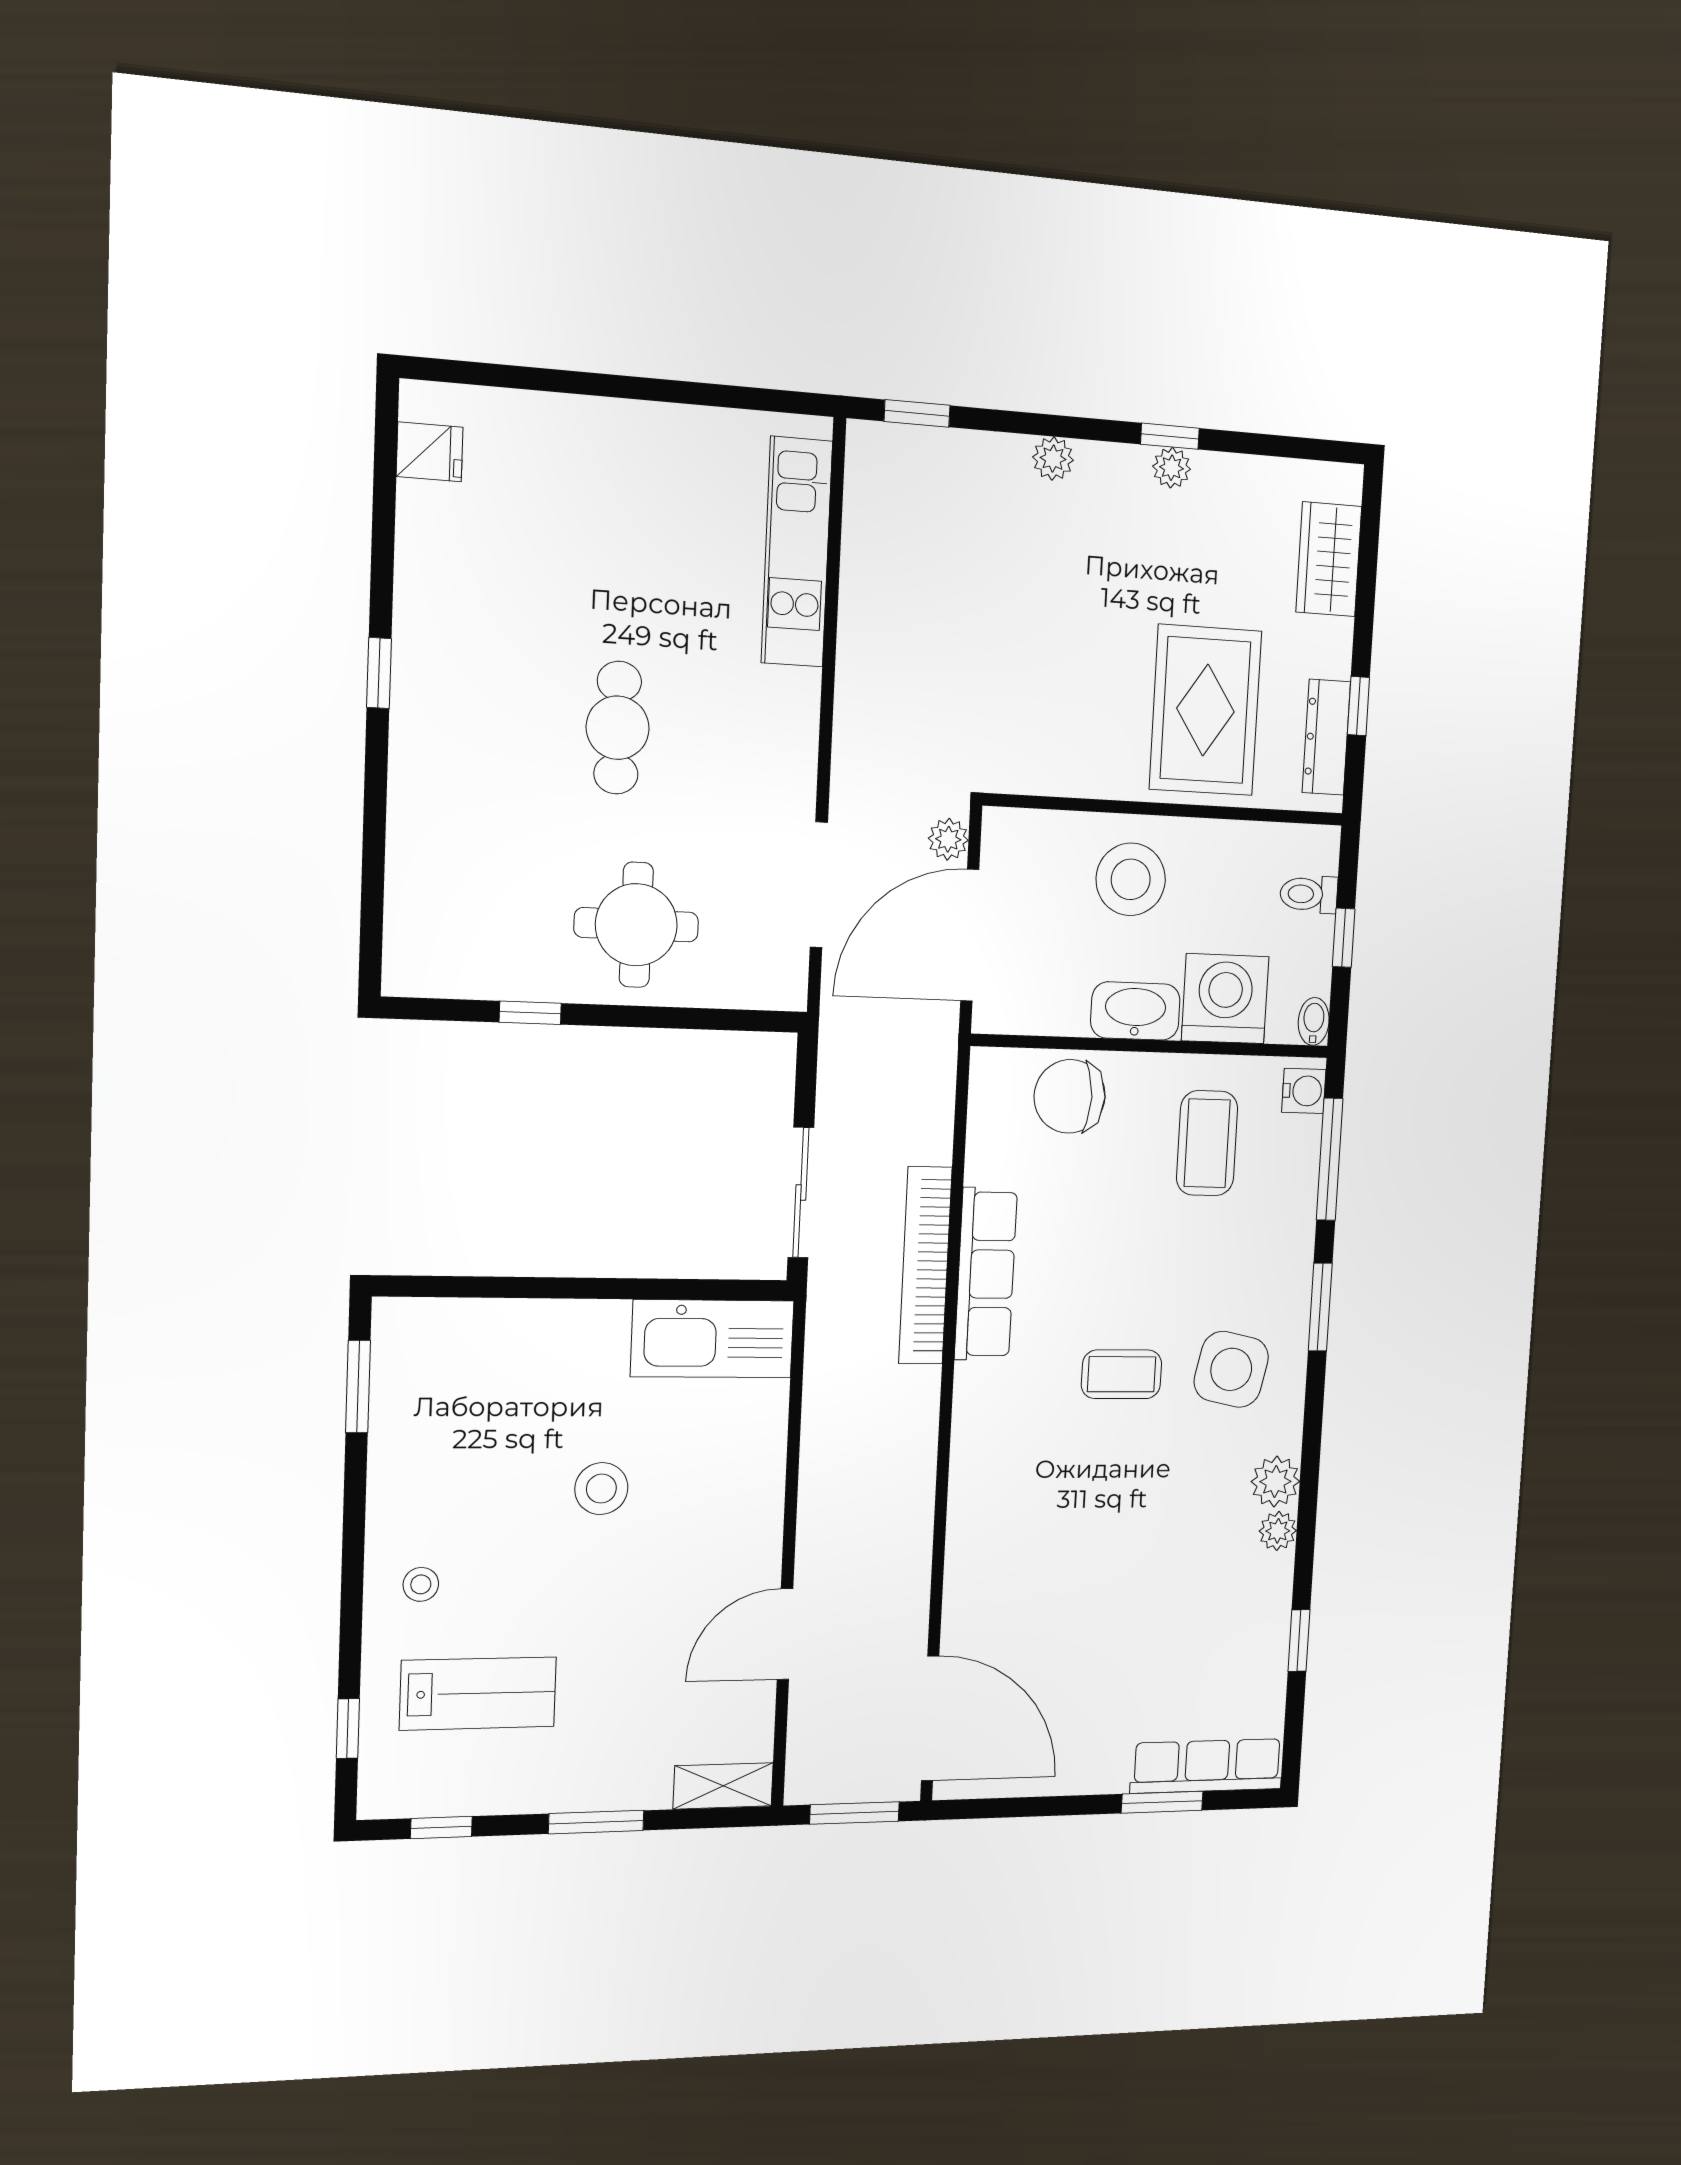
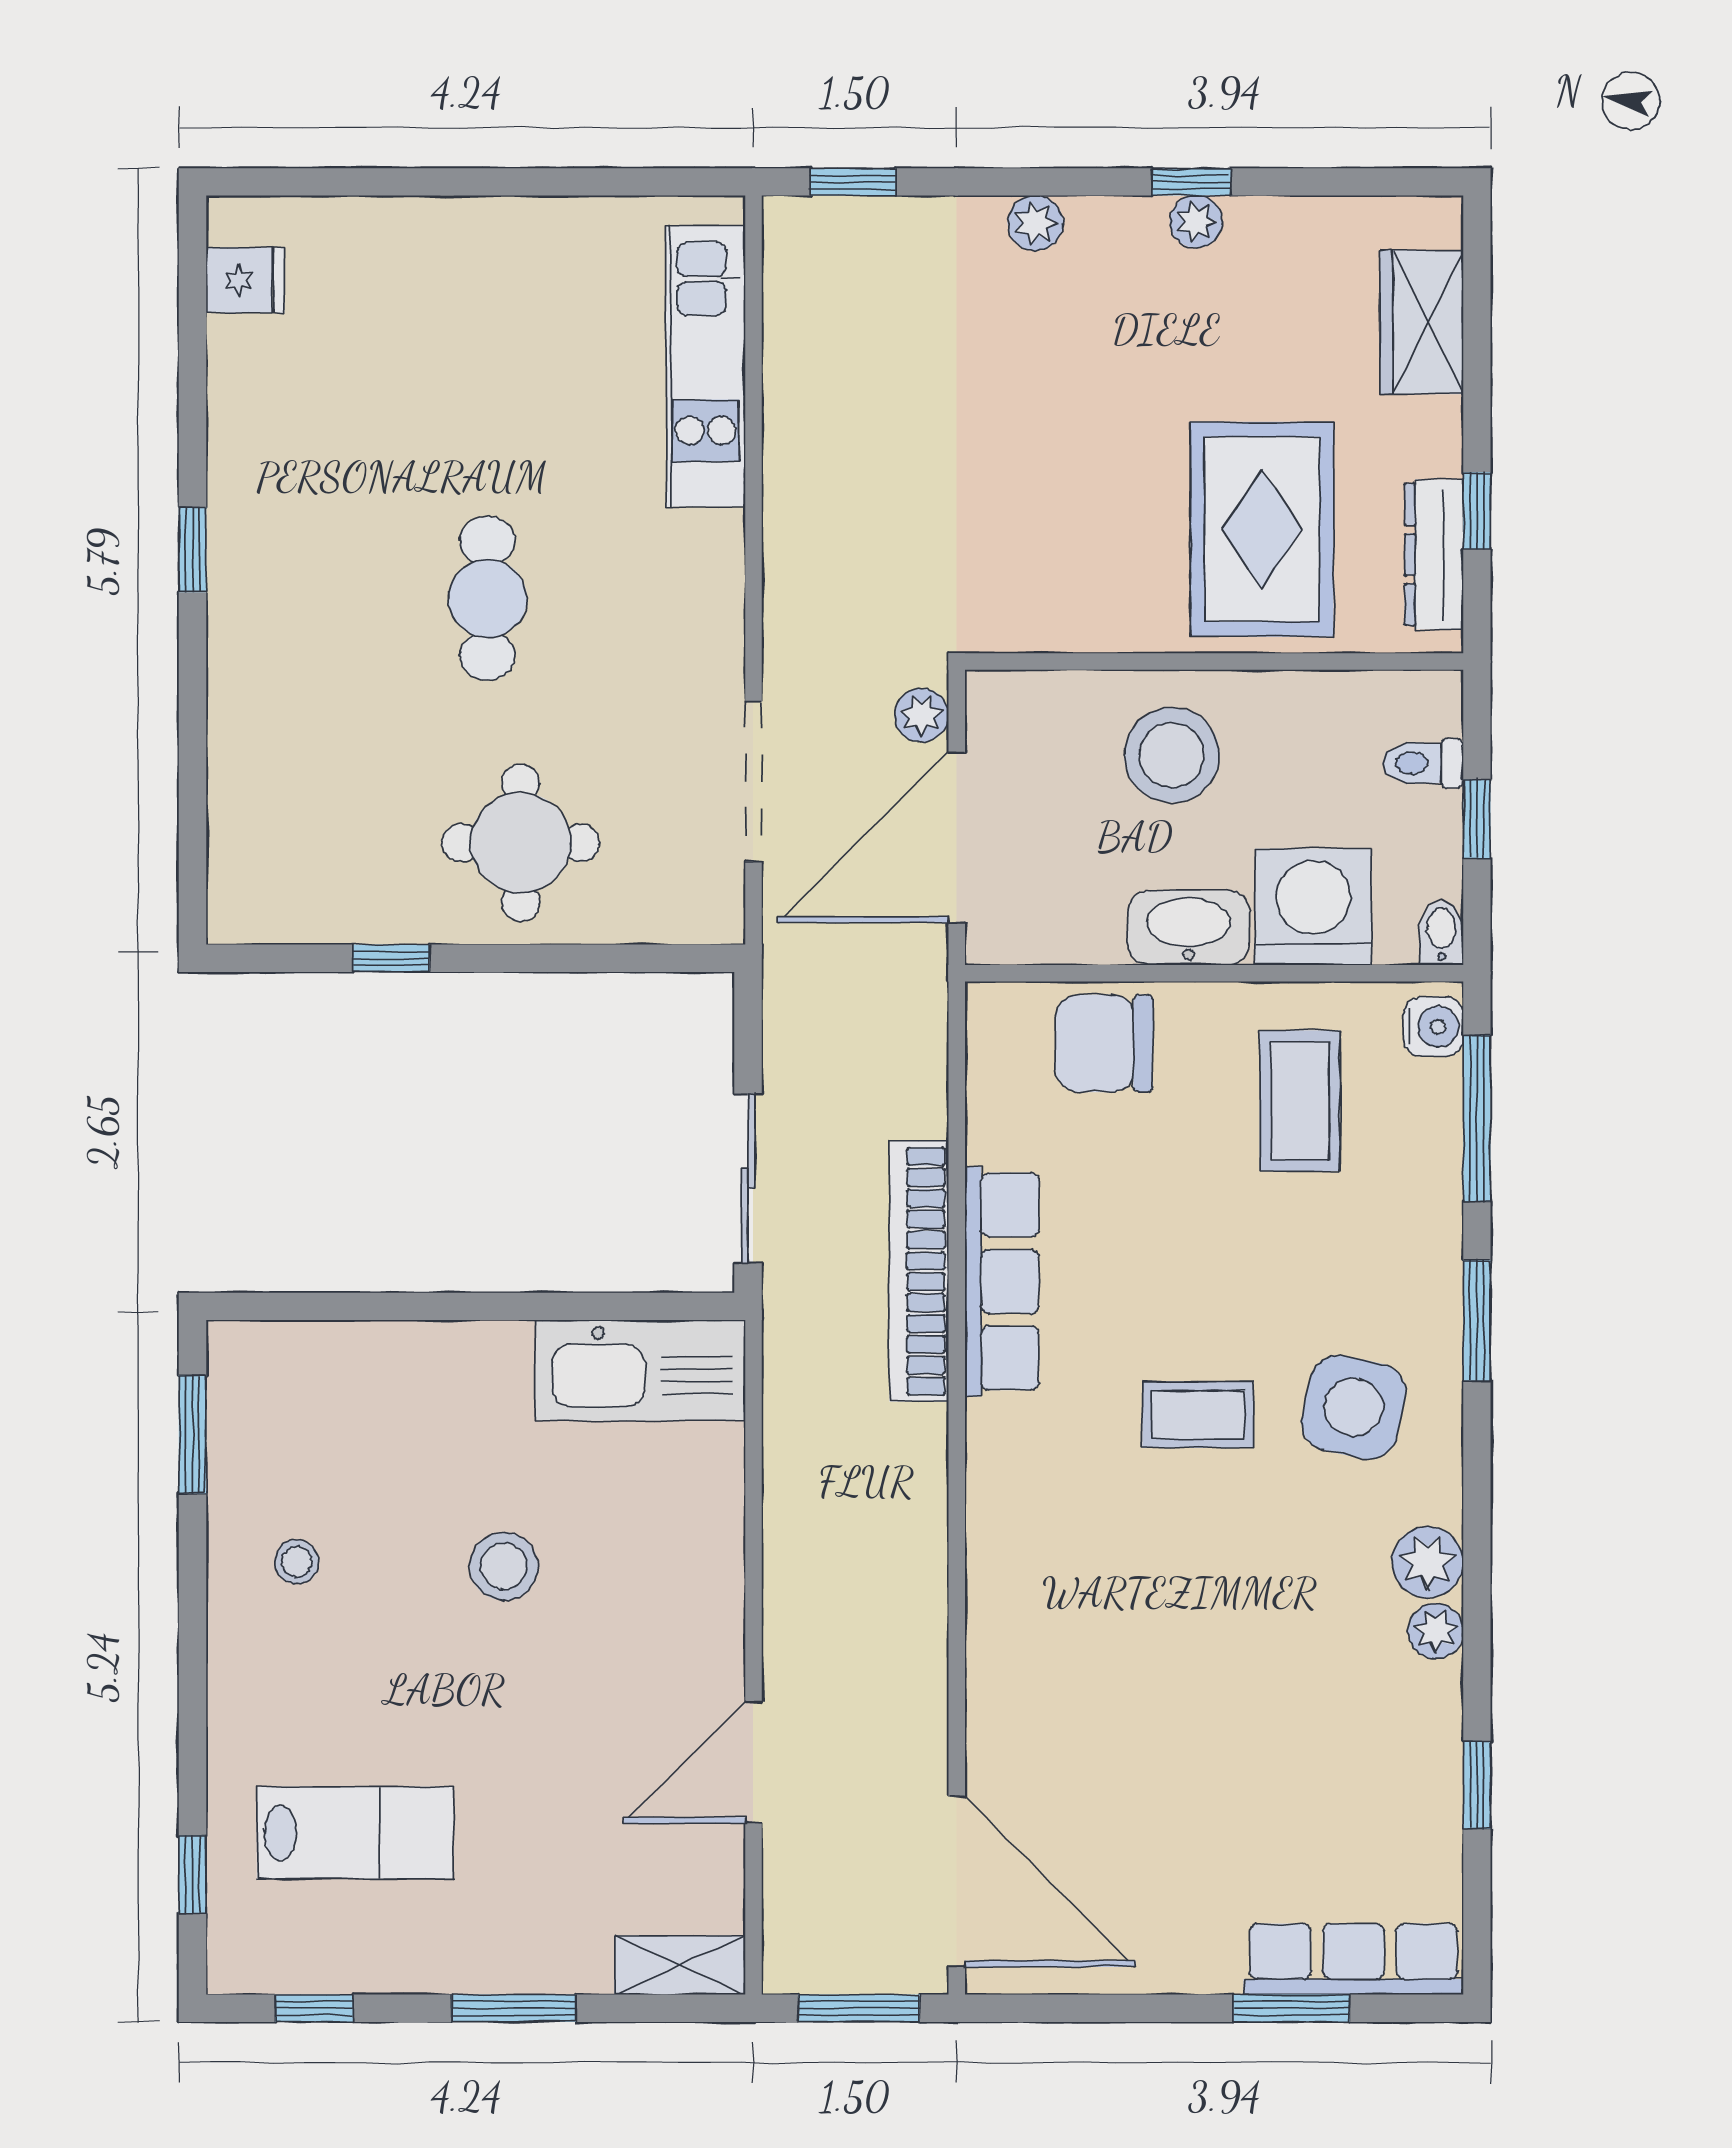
stool: (421, 1584) -> (297, 1562), moved

